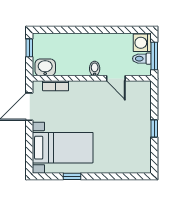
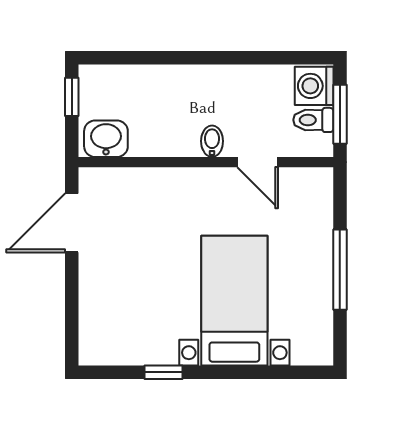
bookcase: (56, 86) -> (128, 178), removed
window: (154, 128) -> (340, 270), width x2.17
bed with nightstands: (63, 148) -> (234, 301), moved, turned -90

